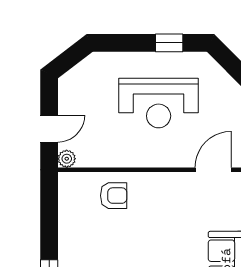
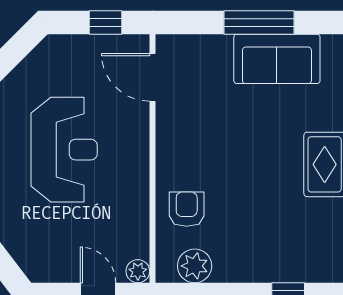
plant: (71, 202) -> (195, 266), added

